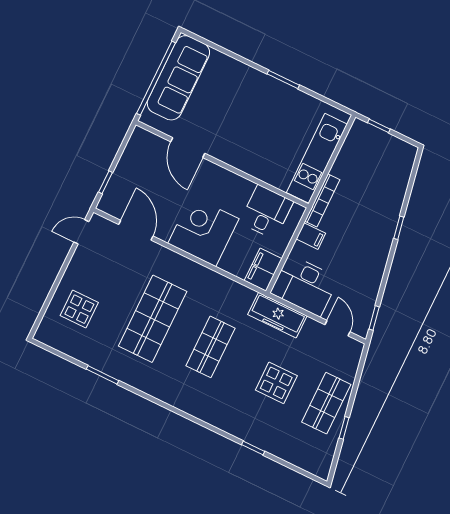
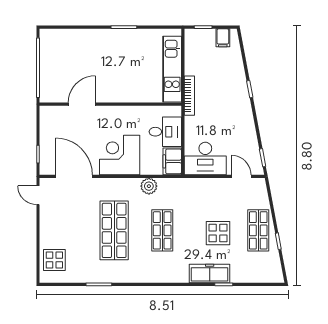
sofa: (178, 78) -> (53, 60), removed
door: (188, 148) -> (82, 104), swing flipped
desk: (266, 212) -> (165, 132), moved, turned 90
door: (136, 230) -> (74, 176), width x1.36
door: (81, 232) -> (38, 195), hinge flipped
filing cabinet: (311, 236) -> (223, 38), moved, turned 90
plant: (220, 286) -> (149, 186), added
display table: (79, 309) -> (54, 260), moved
freezer: (277, 315) -> (210, 274), moved, turned 180

